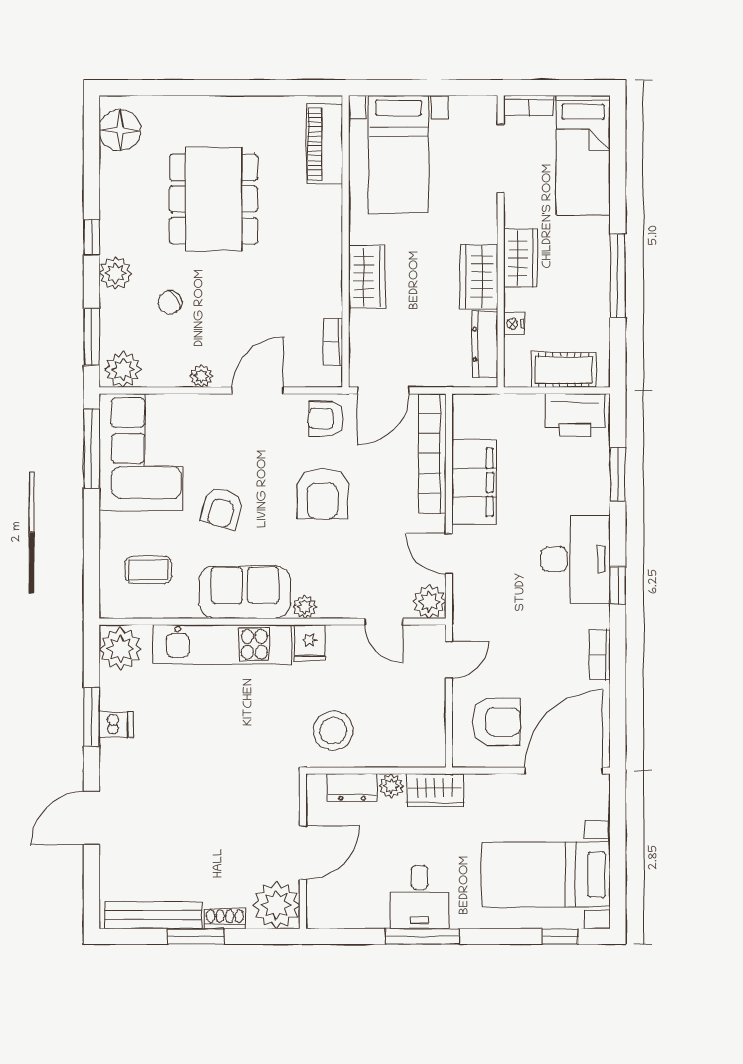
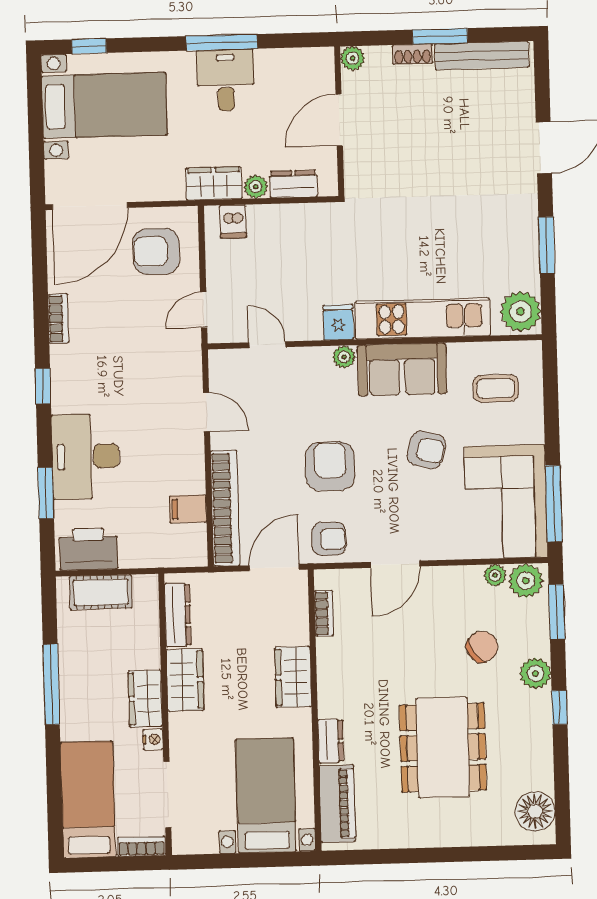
dresser: (330, 209) -> (331, 741), added
chair: (170, 302) -> (482, 647), width x1.37, depth x1.37
nightstand: (514, 324) -> (153, 740), moved
plant: (201, 376) -> (495, 575), moved
filing cabinet: (474, 482) -> (188, 509), width x0.33, depth x0.86
armchair: (222, 508) -> (426, 450), turned 89
desk: (576, 559) -> (86, 456), moved
plant: (429, 602) -> (224, 365), removed
dishwasher: (116, 725) -> (233, 221), moved, turned -90
stool: (333, 731) -> (313, 238), removed
plant: (276, 905) -> (353, 58), width x0.53, depth x0.53

